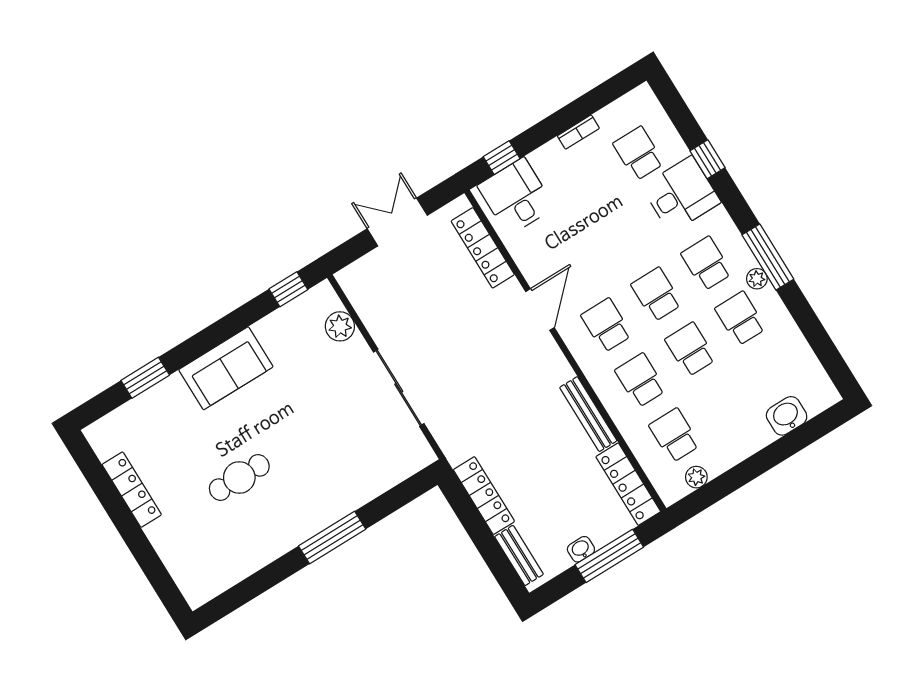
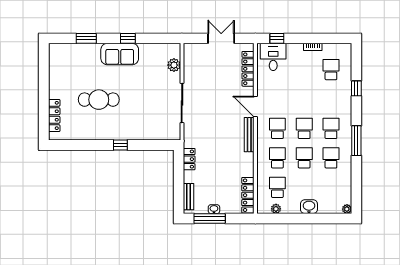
desk: (681, 194) -> (338, 96), removed
plant: (757, 279) -> (347, 209), moved
window: (288, 289) -> (128, 38), moved
door: (540, 310) -> (255, 106), swing flipped
bench: (588, 414) -> (249, 135), moved
washbasin: (787, 416) -> (309, 207), moved
cafe table: (239, 477) -> (99, 100), width x1.37, depth x1.35
locker: (132, 490) -> (54, 115), moved
locker: (484, 496) -> (189, 159), width x0.66
window: (332, 538) -> (120, 145), width x0.46
window: (609, 556) -> (210, 218), moved

